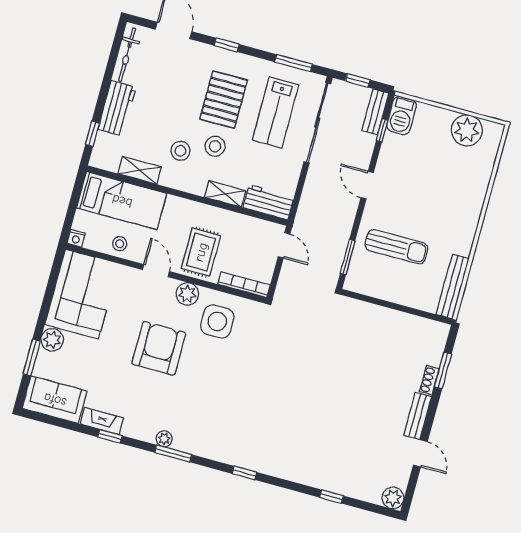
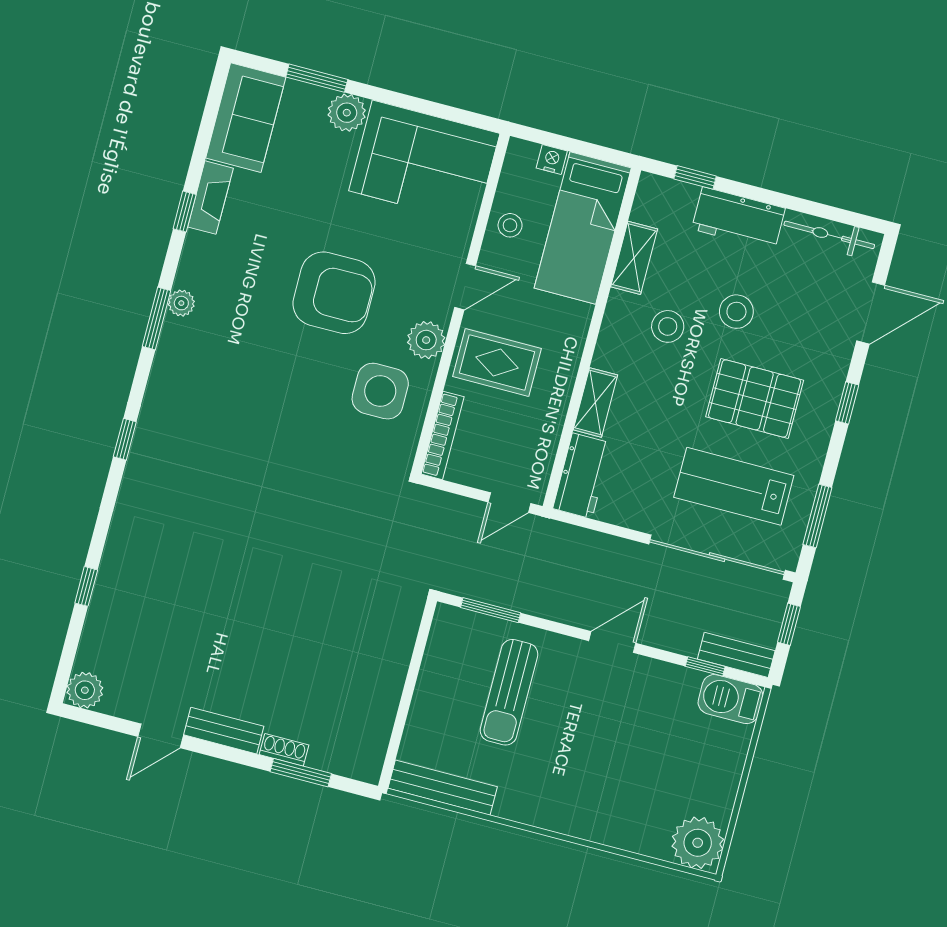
plant: (467, 130) -> (698, 843), moved
stool: (215, 146) -> (736, 312), moved
nightstand: (76, 238) -> (552, 159), moved, turned 90

